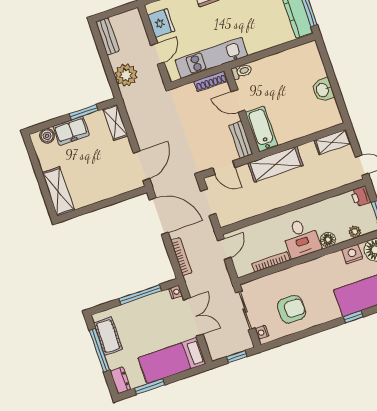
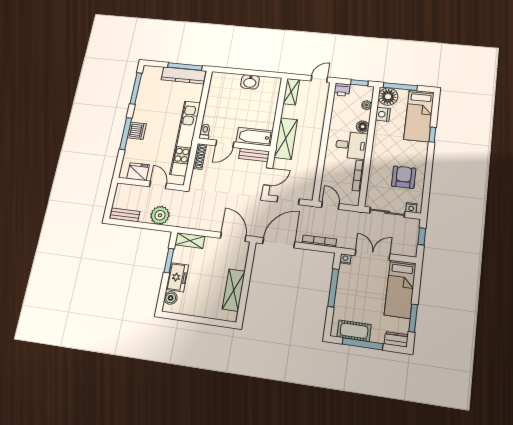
kitchen unit: (212, 58) -> (185, 138), width x1.36
shelving: (58, 191) -> (234, 290), moved, turned 90

